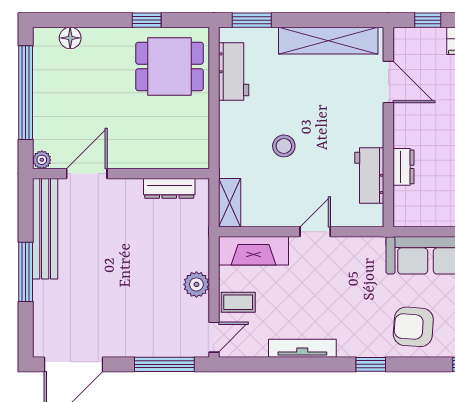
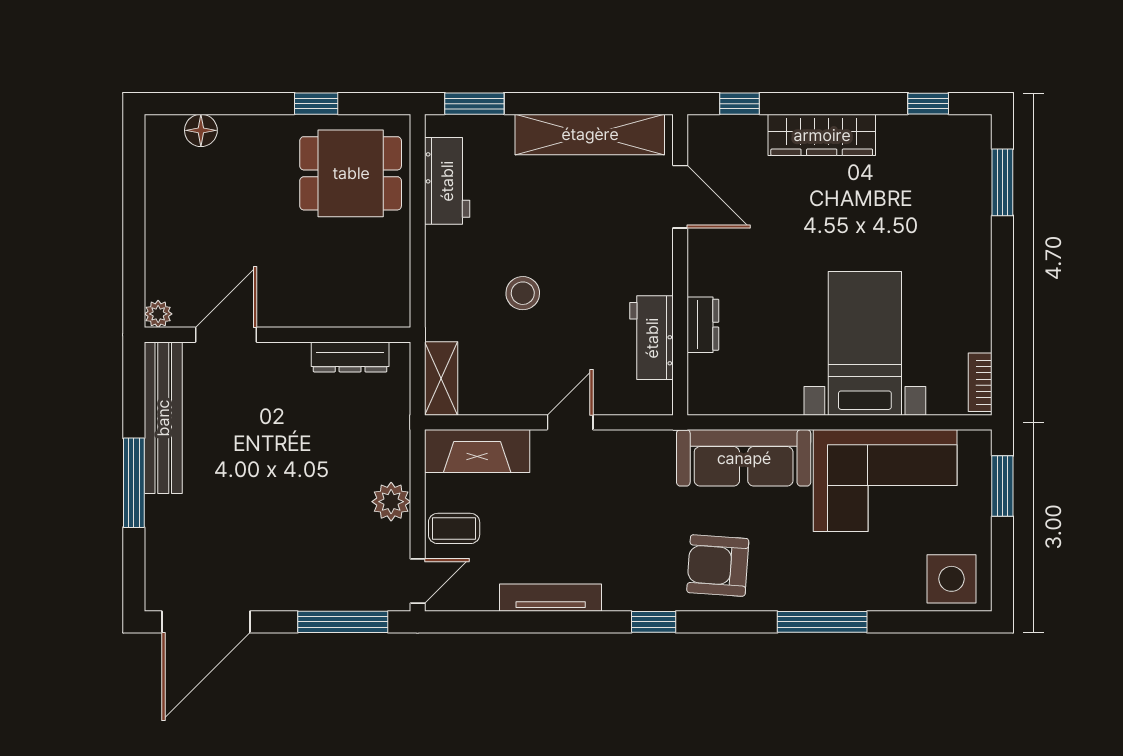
window: (26, 93) -> (134, 213), removed

